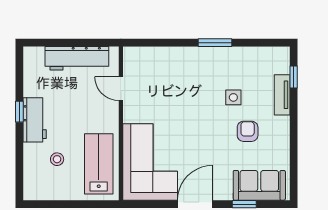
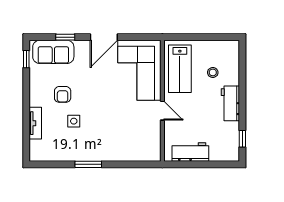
workbench: (77, 58) -> (190, 152), width x0.73
window: (294, 77) -> (26, 59), moved
door: (121, 89) -> (162, 111), moved
window: (19, 112) -> (242, 139), moved

